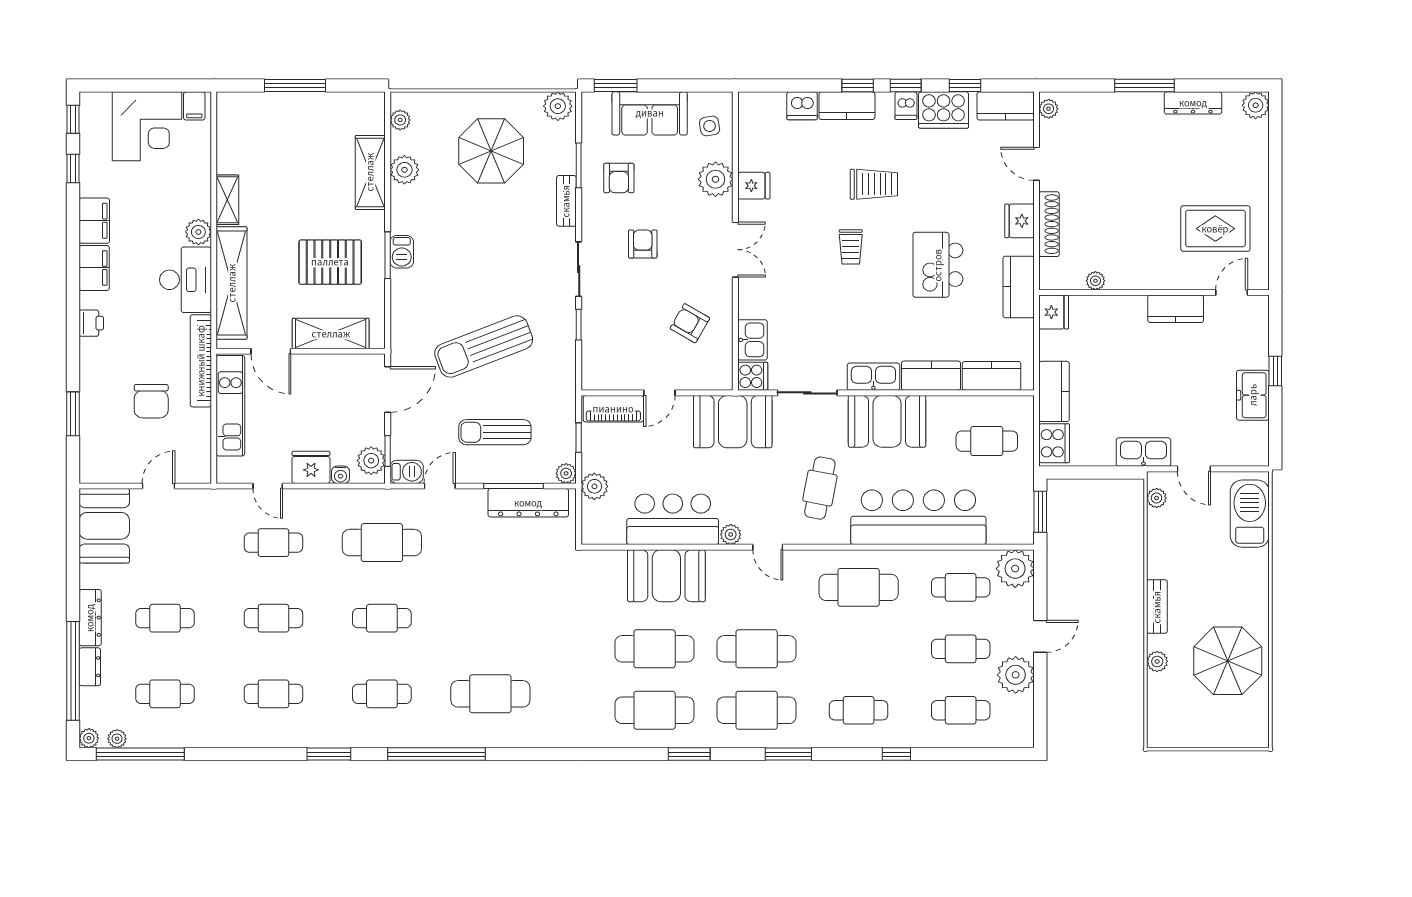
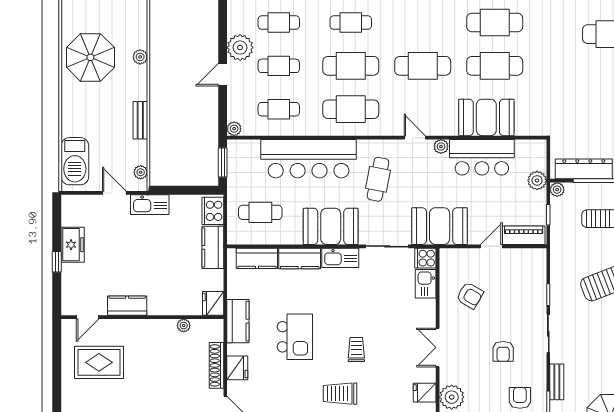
plant: (1015, 569) -> (234, 129), width x0.53, depth x0.53
bench: (1157, 607) -> (140, 120), moved
cafe table: (757, 710) -> (351, 66), moved

